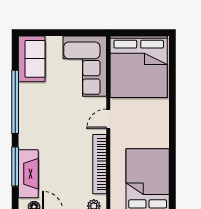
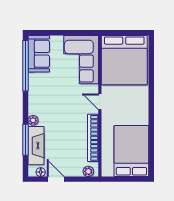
window: (15, 102) -> (25, 66), moved
door: (108, 119) -> (100, 102), hinge flipped
plant: (25, 142) -> (33, 120), added

